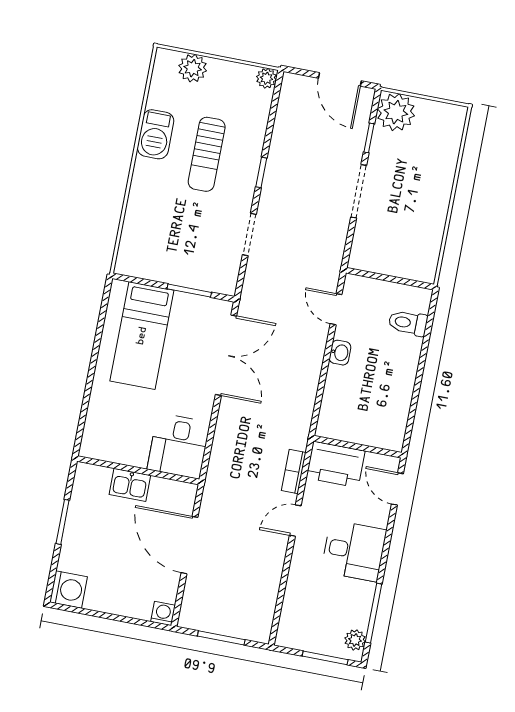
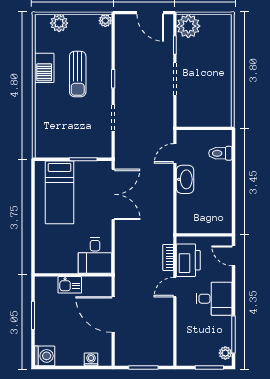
door: (336, 309) -> (175, 153), hinge flipped
washbasin: (340, 353) -> (185, 179), width x1.91, depth x1.45
printer: (336, 464) -> (188, 260), moved, turned -90
washing machine: (163, 613) -> (91, 359), moved

